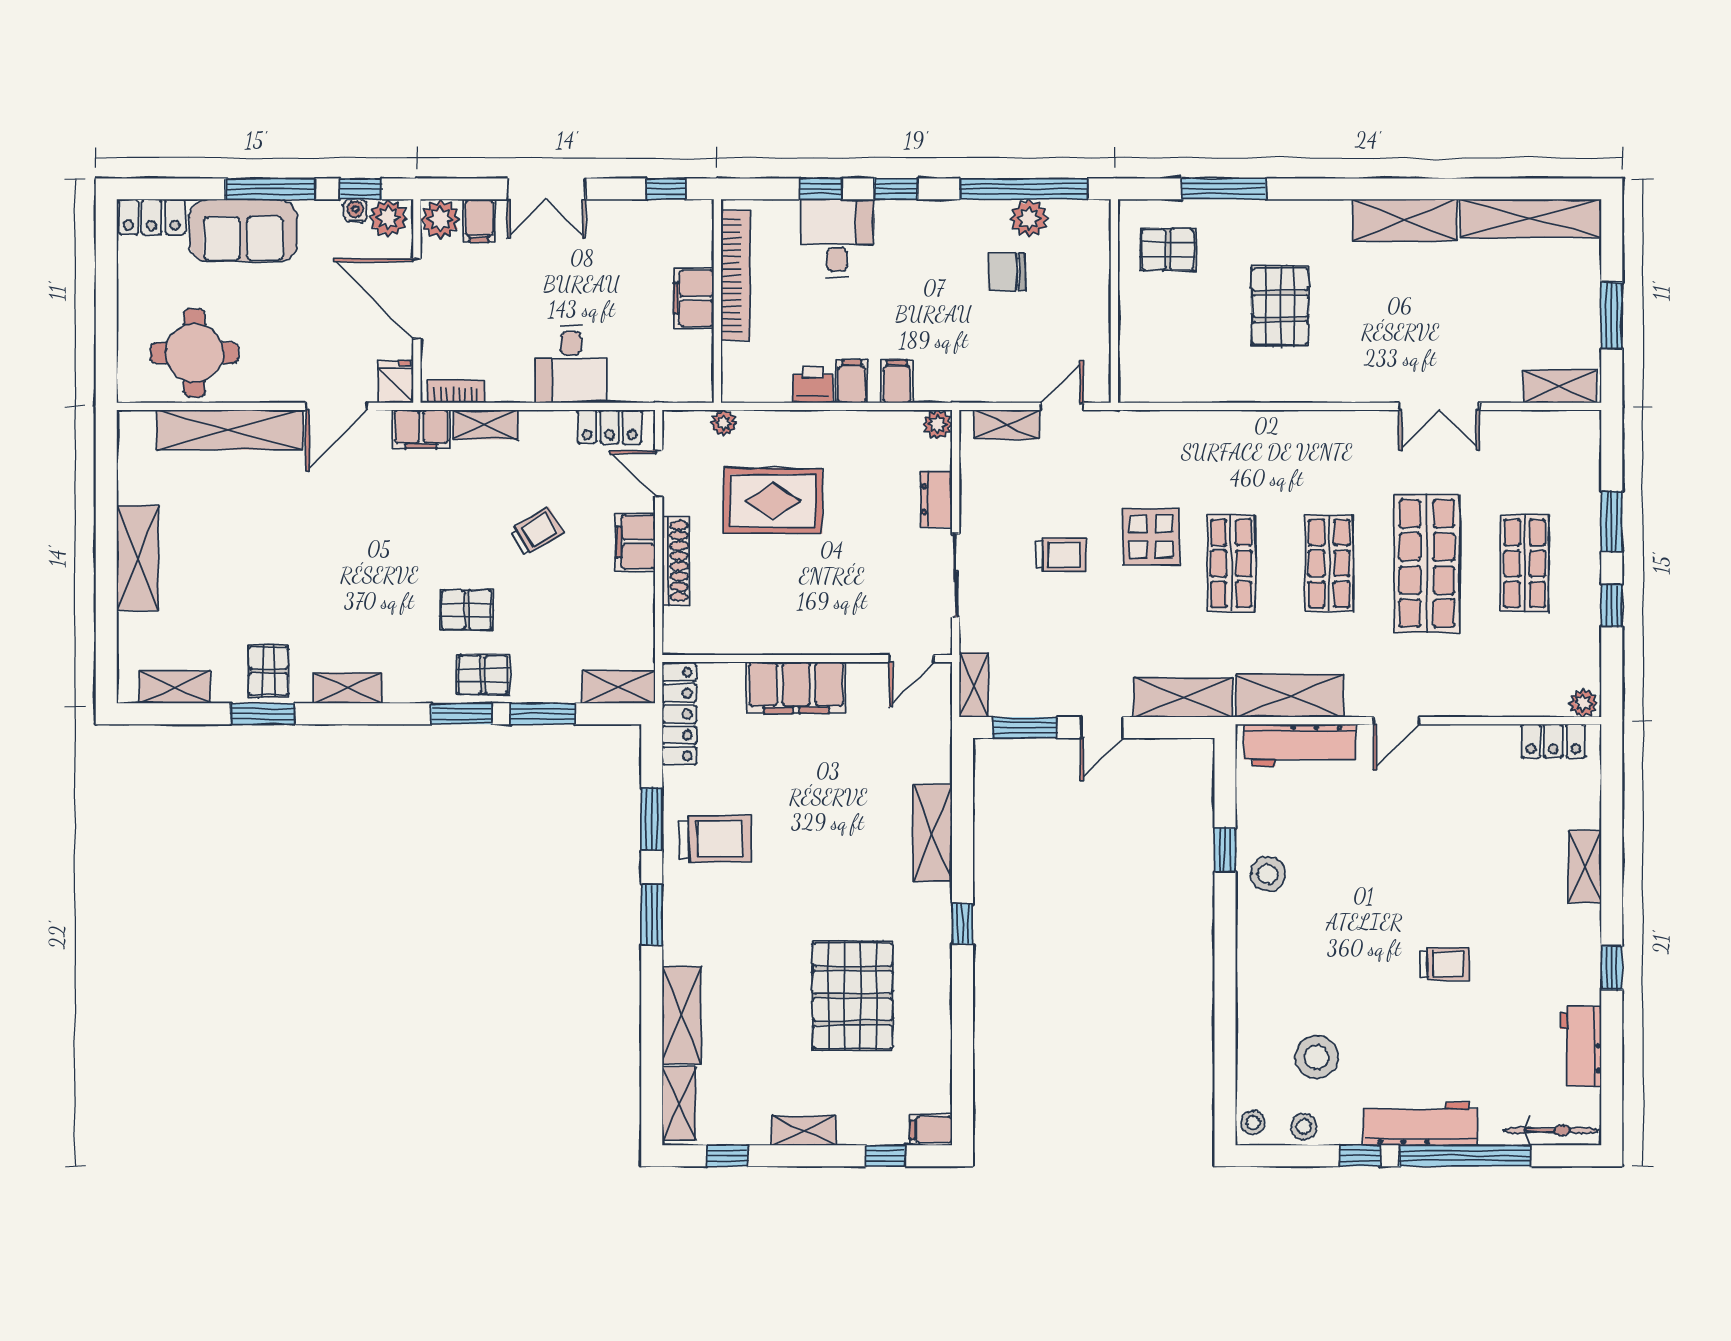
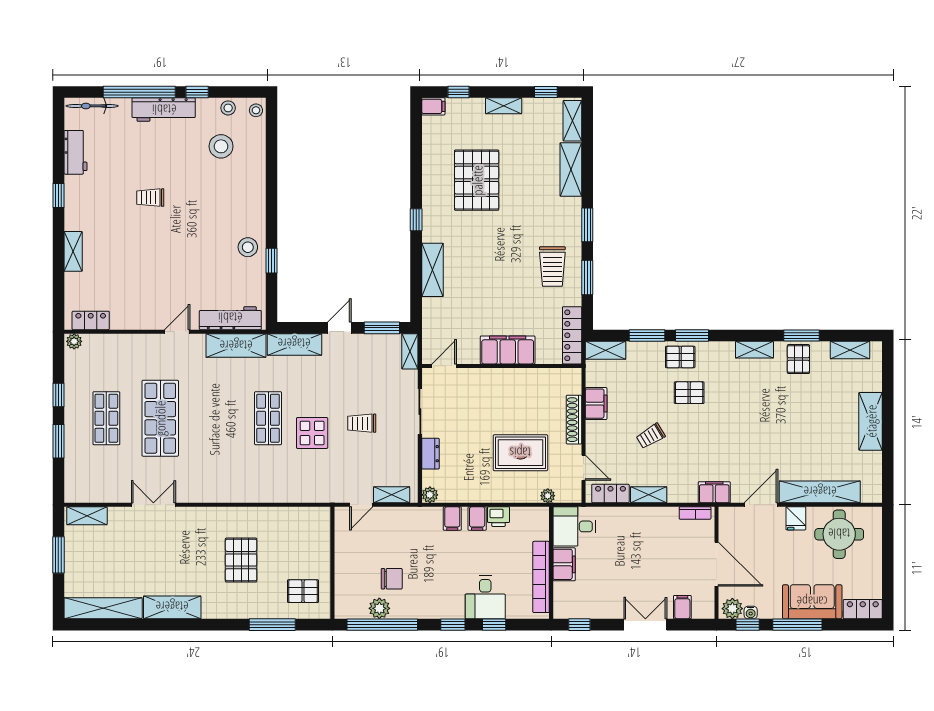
plant: (440, 219) -> (704, 608), removed
desk: (571, 364) -> (574, 526), moved, turned -90
fridge: (396, 382) -> (796, 518), moved
shelving: (486, 425) -> (649, 495), moved
filing cabinet: (636, 542) -> (596, 404), moved
shop shelf: (1329, 564) -> (214, 418), removed
trolley: (715, 839) -> (552, 267), turned -89

